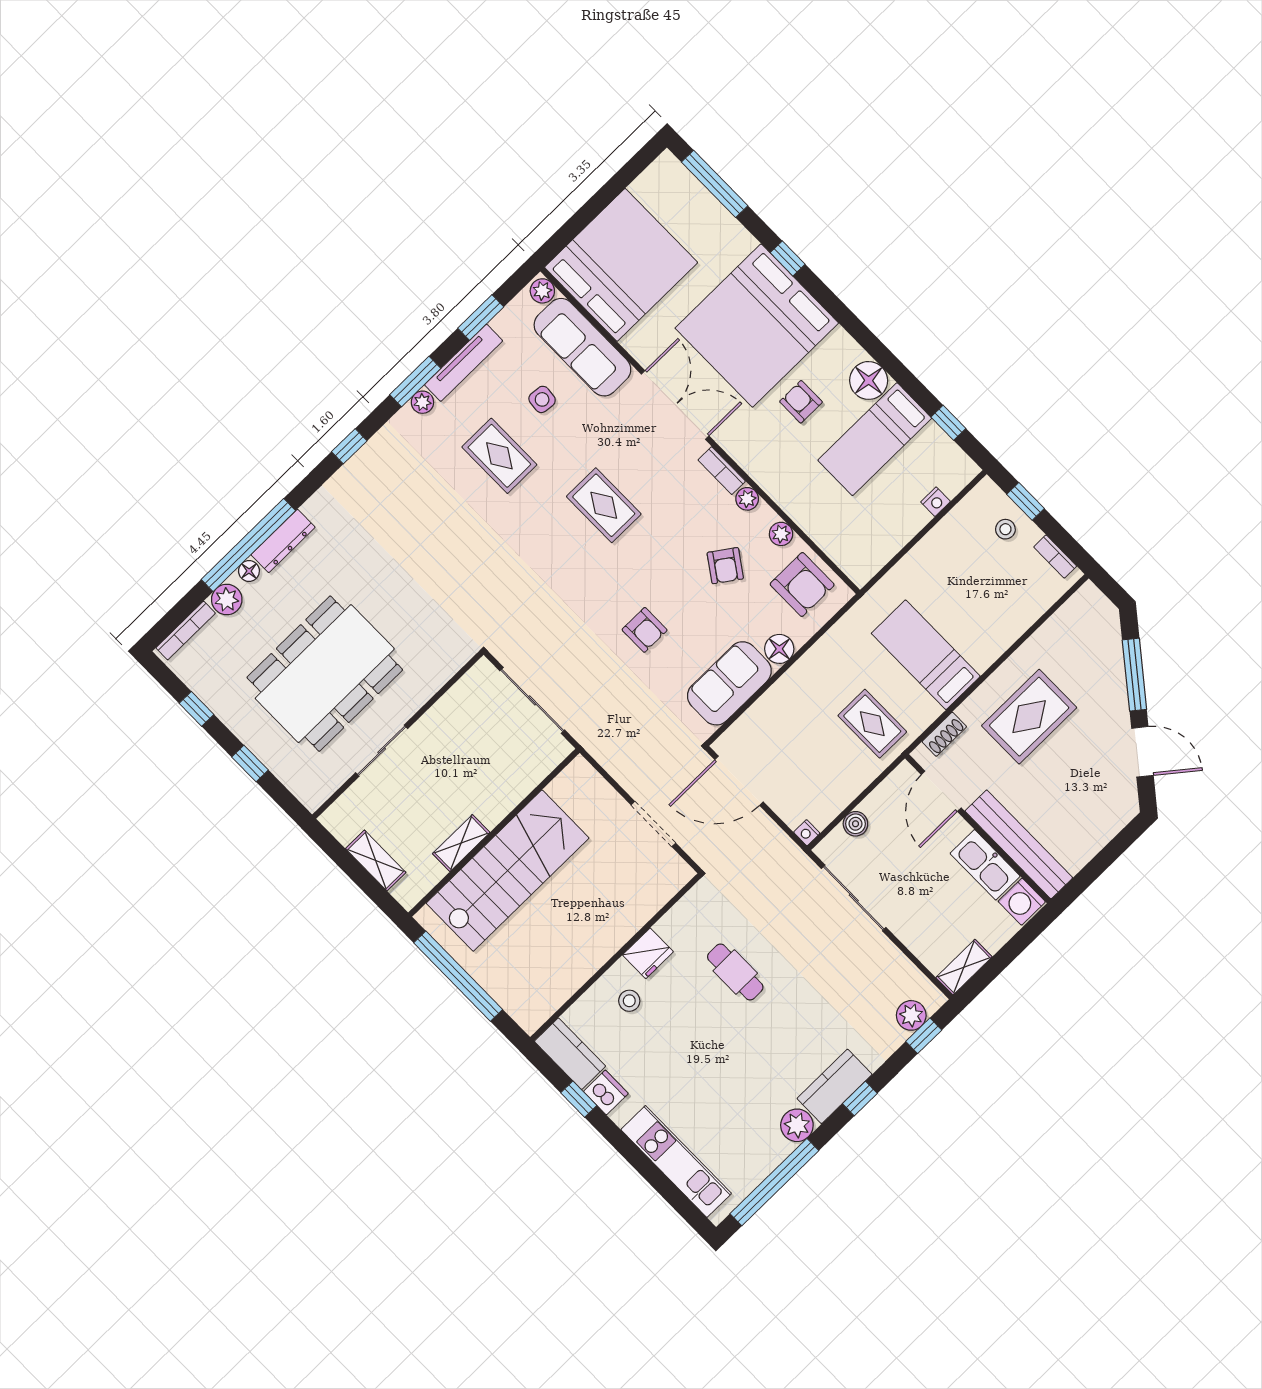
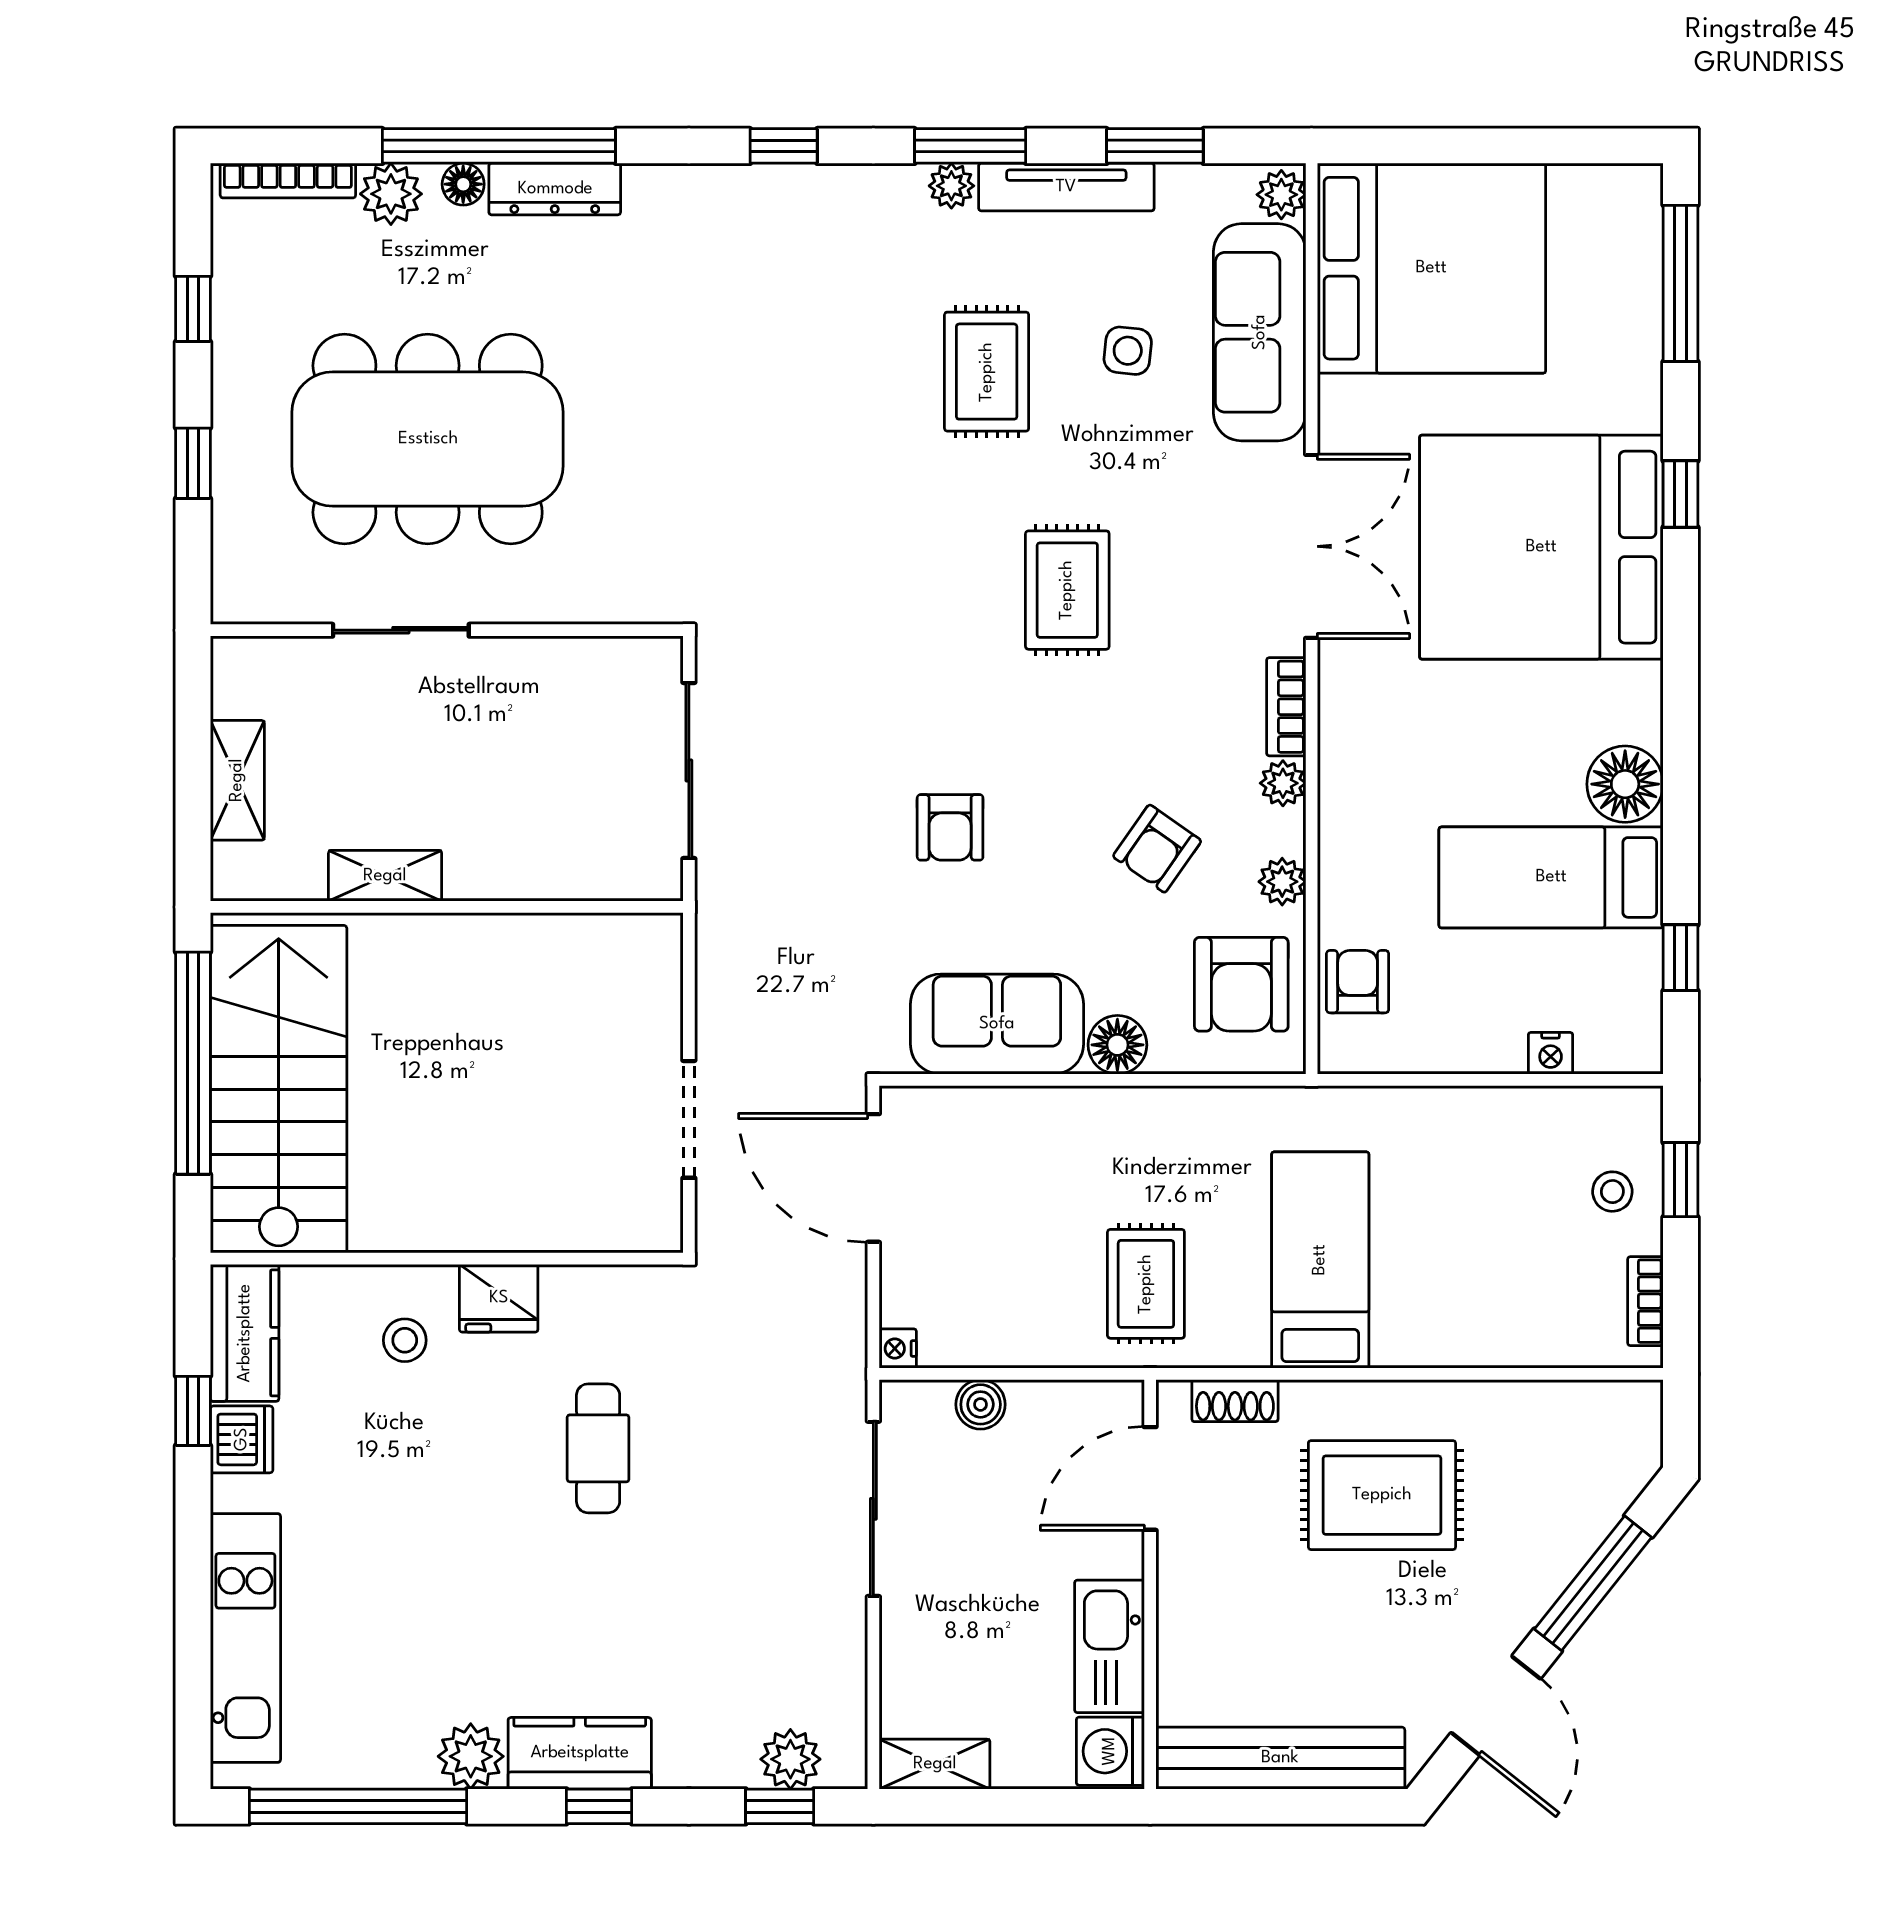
armchair: (801, 402) -> (1358, 982), moved
bench: (1019, 844) -> (1280, 1758), moved, turned 90
stairs: (508, 871) -> (279, 1089), moved, turned -90

